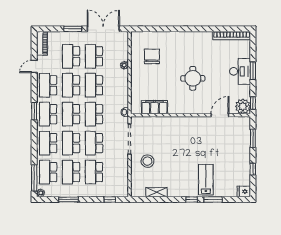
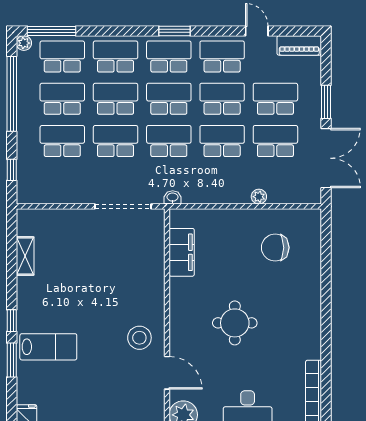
chair: (152, 56) -> (275, 248), turned 180
stool: (147, 161) -> (139, 338), moved
window: (68, 199) -> (12, 94), width x2.11

